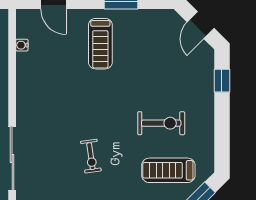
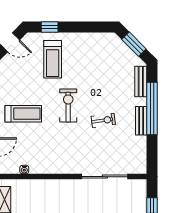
exercise bike: (161, 123) -> (68, 105), moved
treadmill: (168, 170) -> (53, 59), moved

